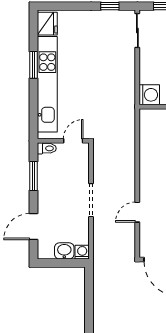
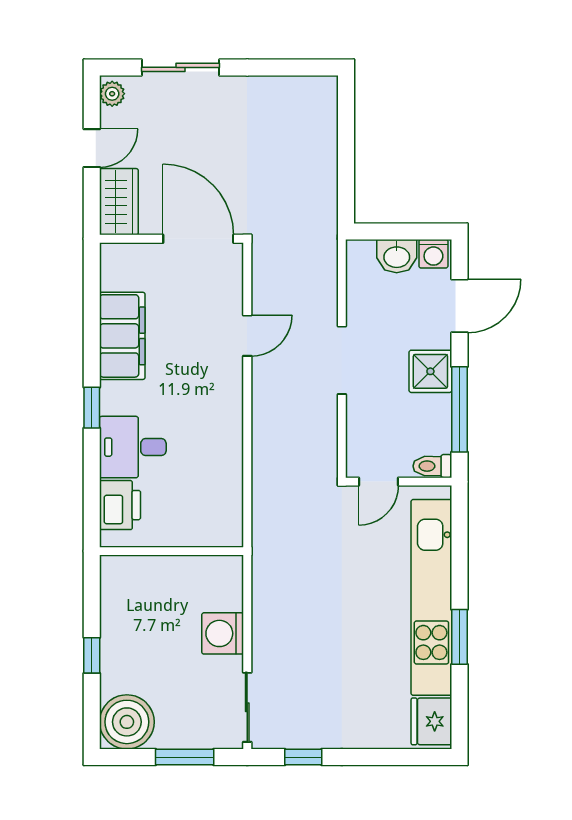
washing machine: (149, 95) -> (223, 633), moved
window: (34, 176) -> (460, 409), width x1.44
shower: (48, 195) -> (430, 371), added
washing machine: (82, 252) -> (433, 254), moved

